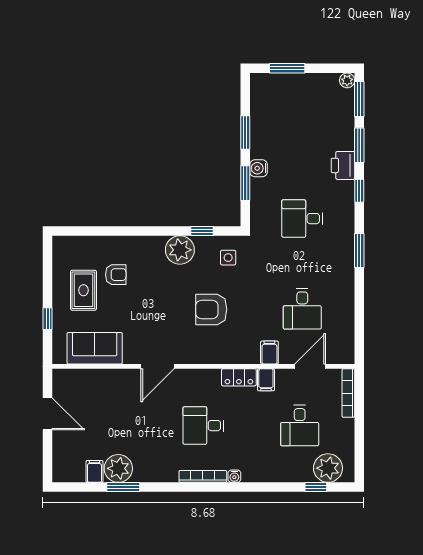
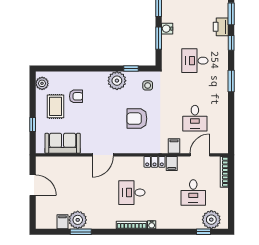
plant: (62, 254) -> (42, 83), added

